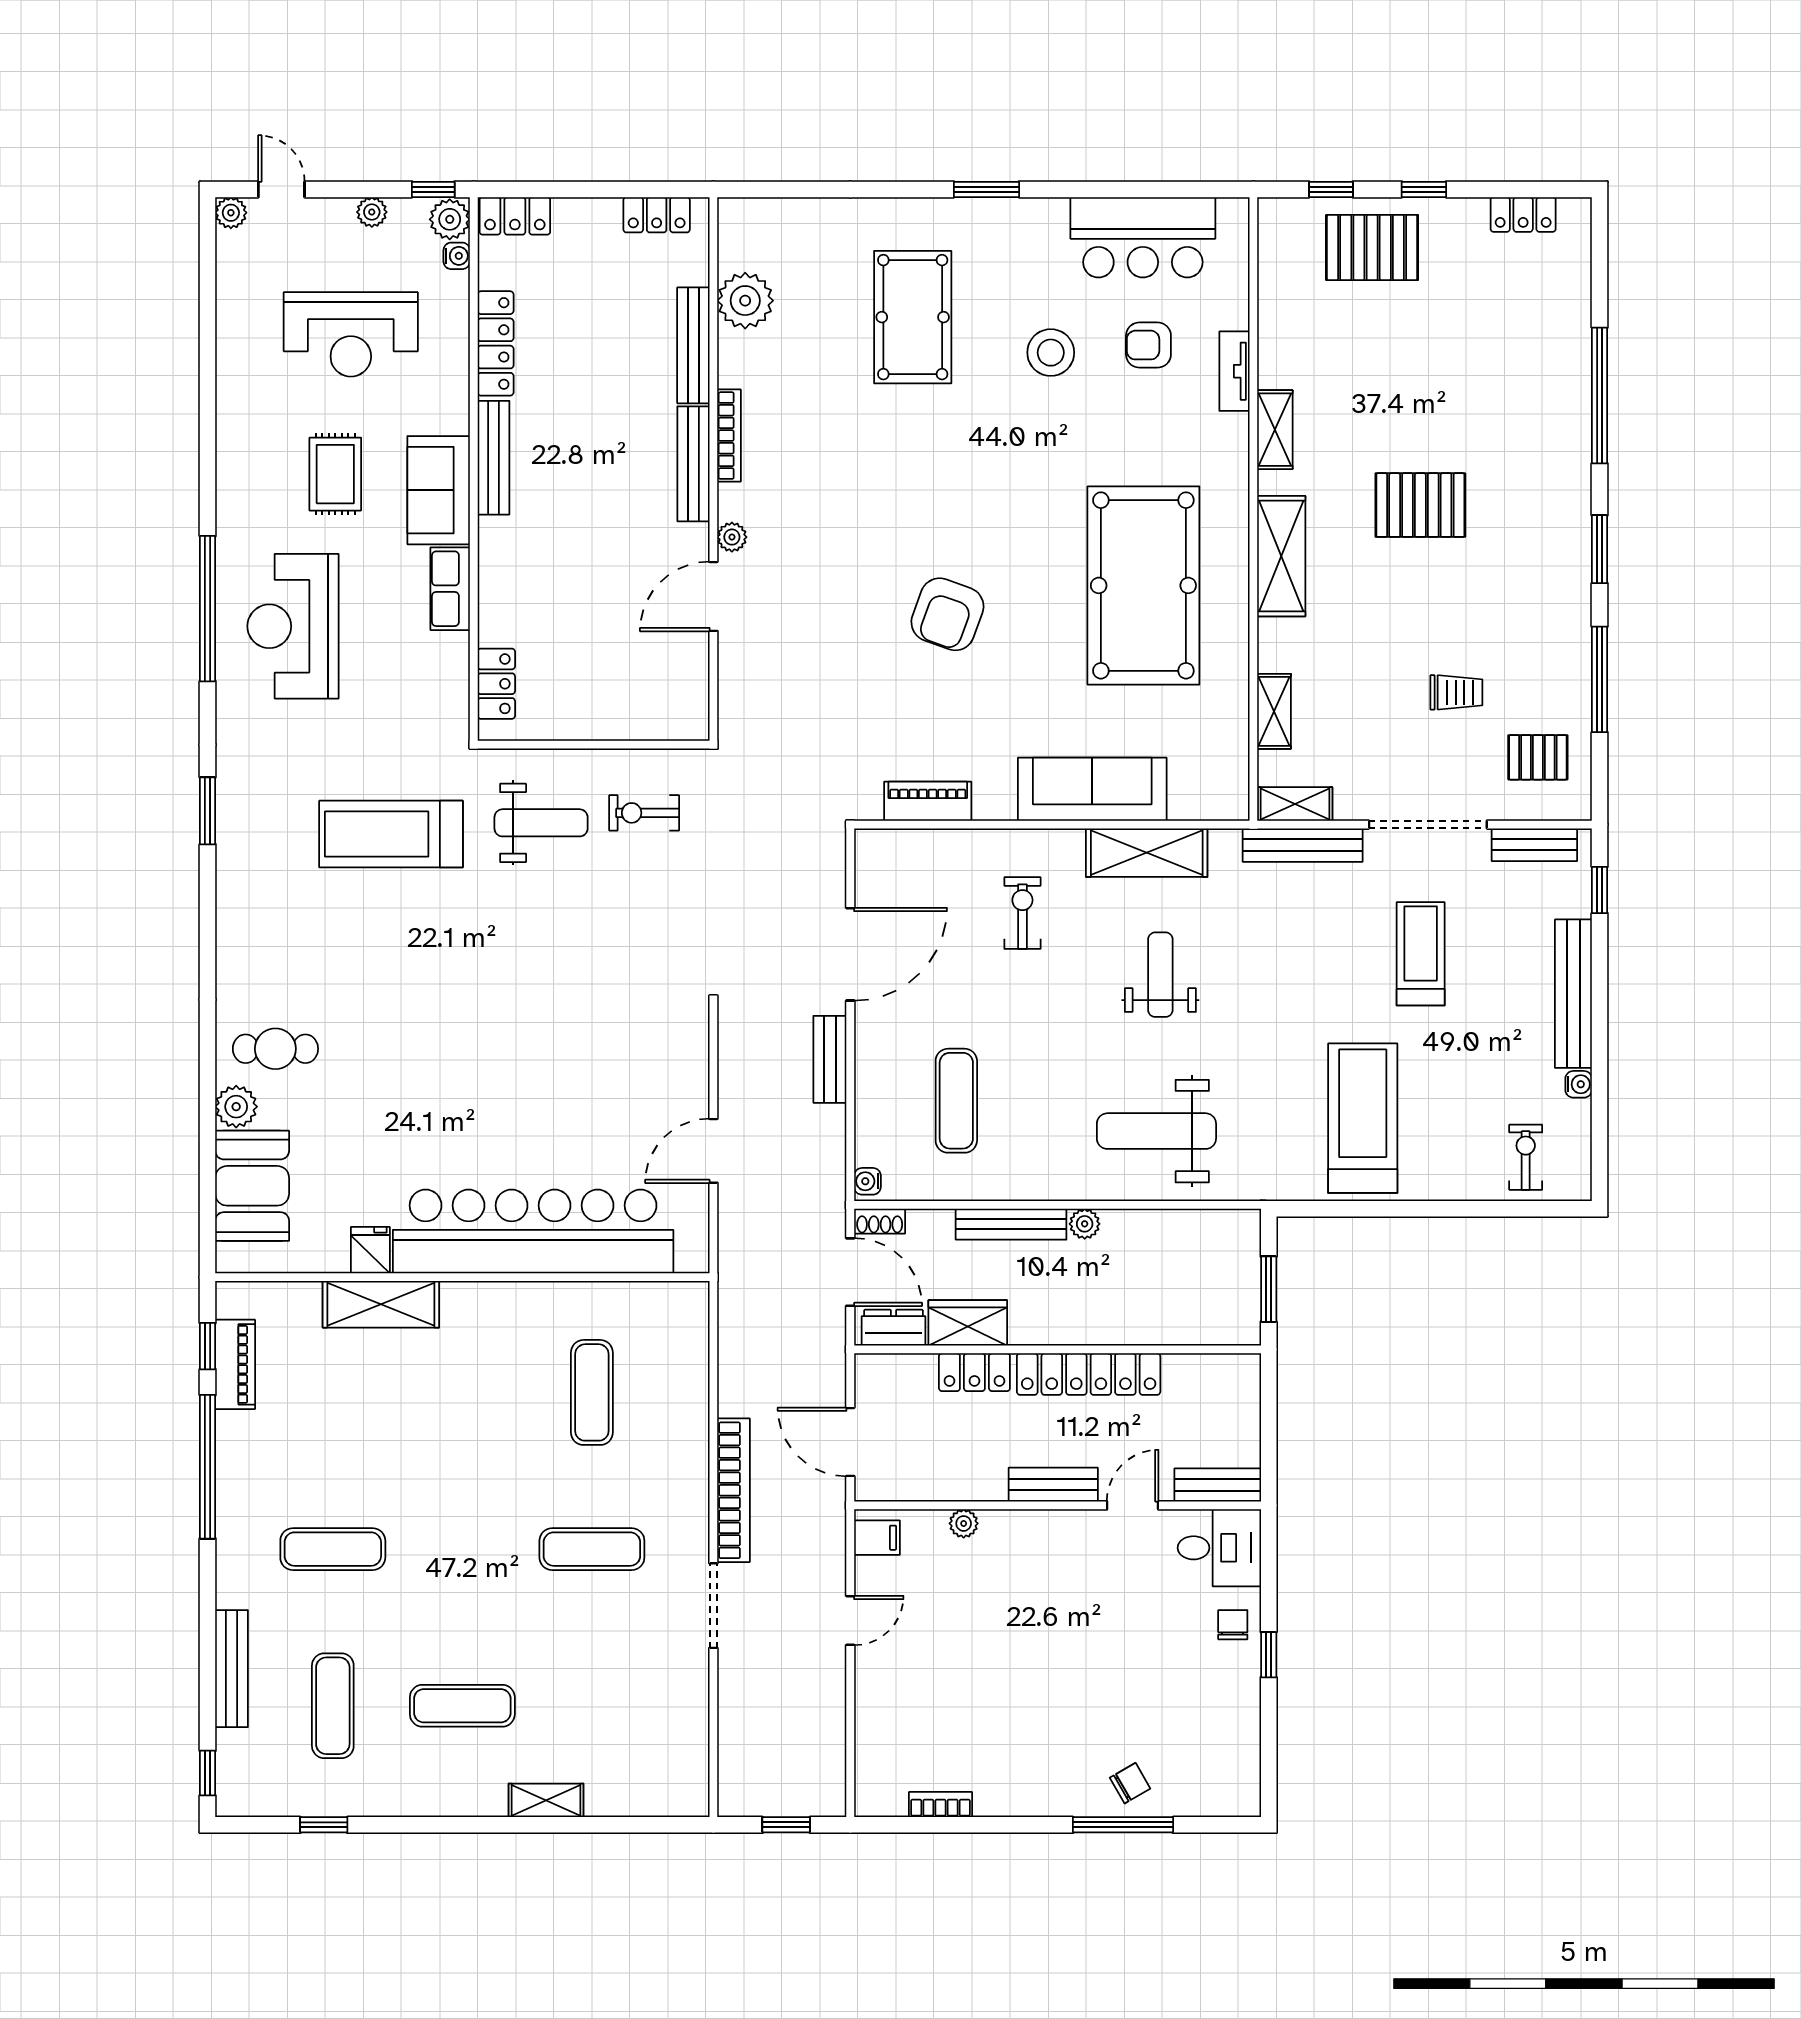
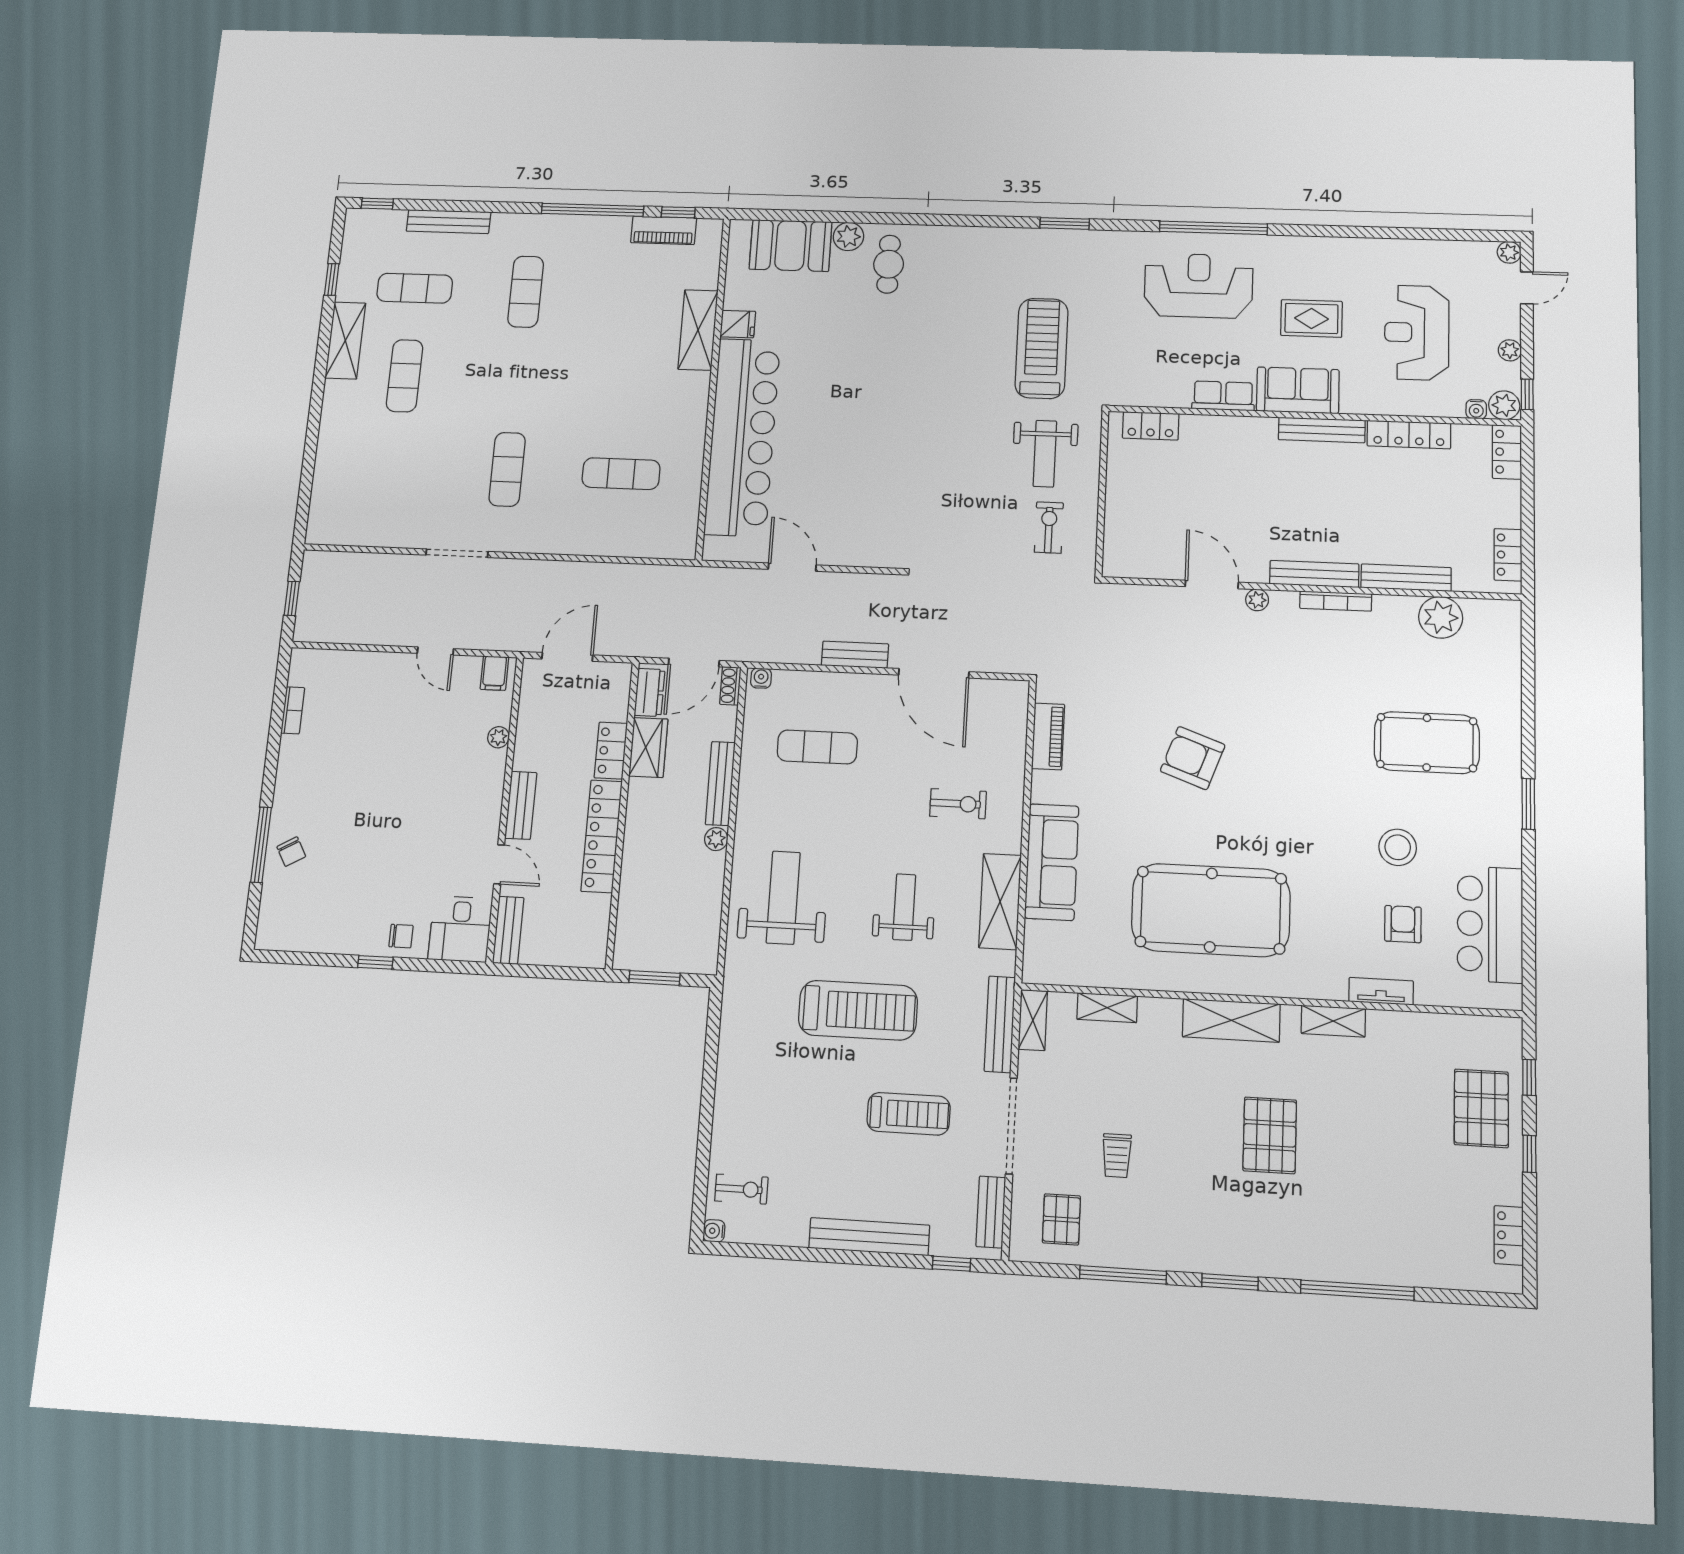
weight bench: (1160, 975) -> (904, 907), turned -90
water cooler: (1579, 1084) -> (714, 1231), moved, turned 90
treadmill: (1363, 1118) -> (858, 1010), moved
bookcase: (733, 1490) -> (540, 571), removed
shelving: (546, 1800) -> (345, 341), moved, width x1.50, depth x1.33

